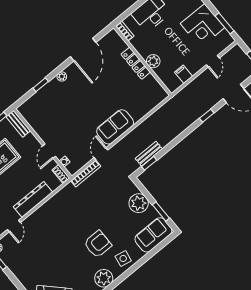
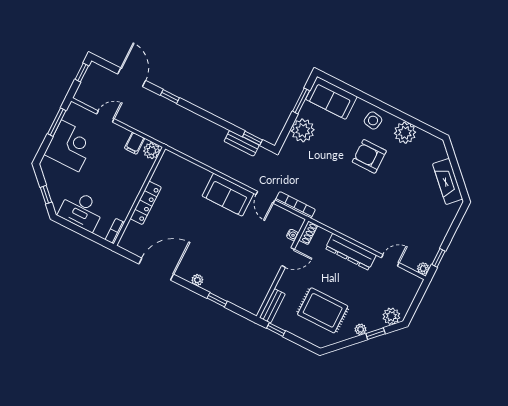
plant: (153, 61) -> (152, 151), moved
door: (101, 154) -> (265, 197), hinge flipped

